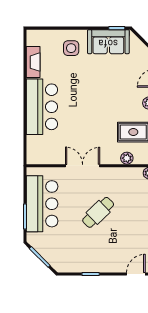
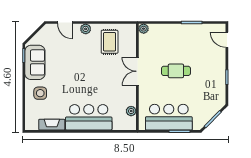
plant: (127, 158) -> (131, 111), moved
double door: (83, 166) -> (137, 71), moved
cafe table: (98, 212) -> (176, 71), turned -46

